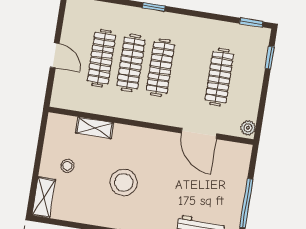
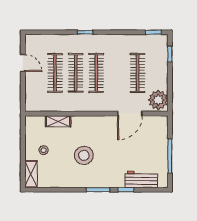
door: (55, 55) -> (23, 63), moved
plant: (248, 128) -> (158, 100), width x1.88, depth x1.88
door: (199, 133) -> (130, 114), hinge flipped

